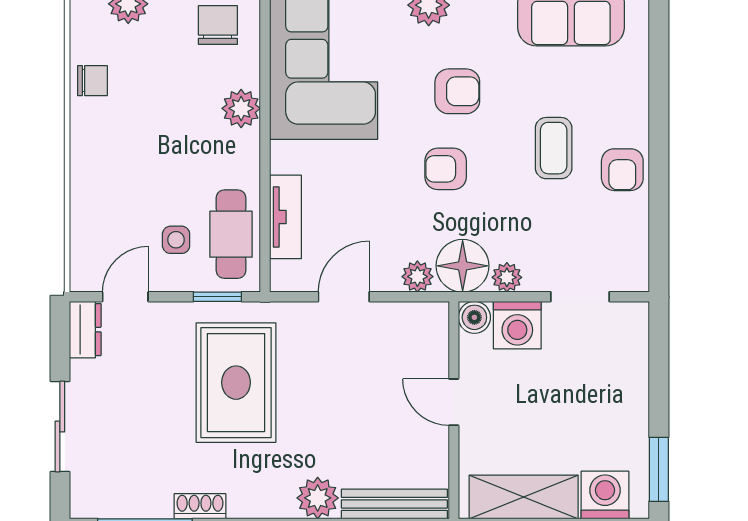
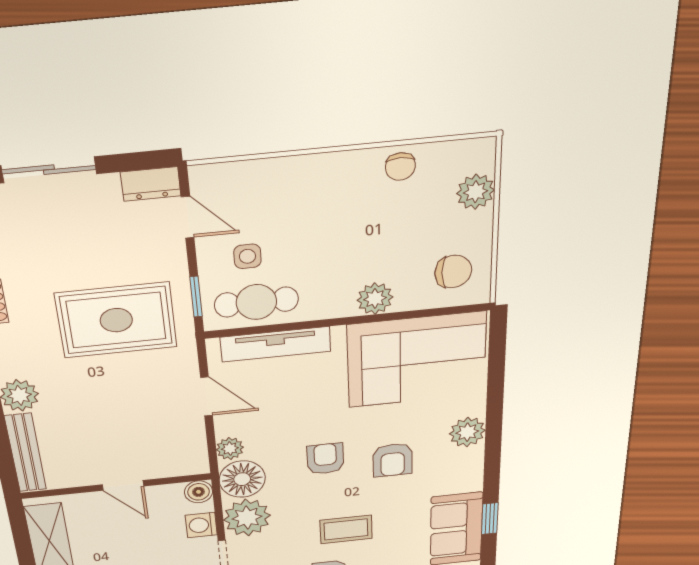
tv unit: (285, 217) -> (276, 344), width x1.41
plant: (507, 277) -> (247, 518), width x1.88, depth x1.88
washing machine: (517, 325) -> (201, 525), width x0.73, depth x0.73
door: (454, 402) -> (123, 485), swing flipped

